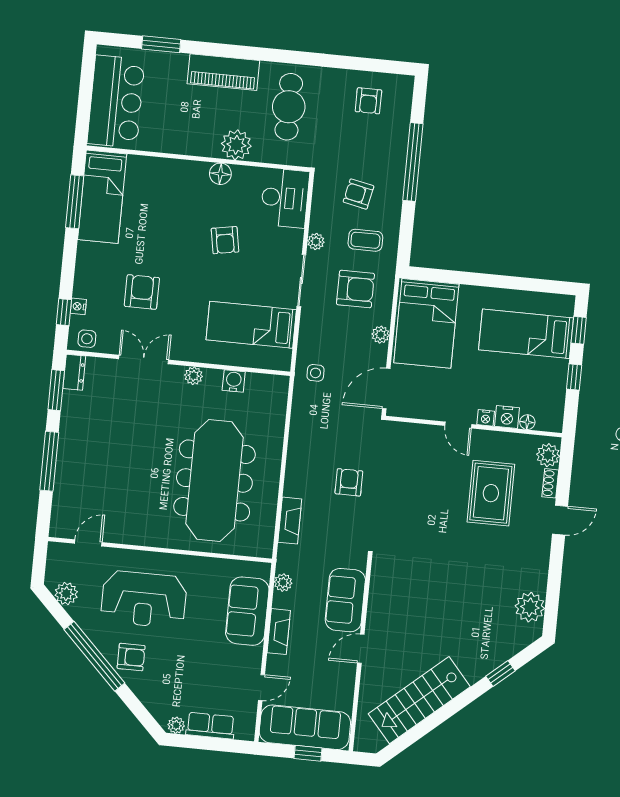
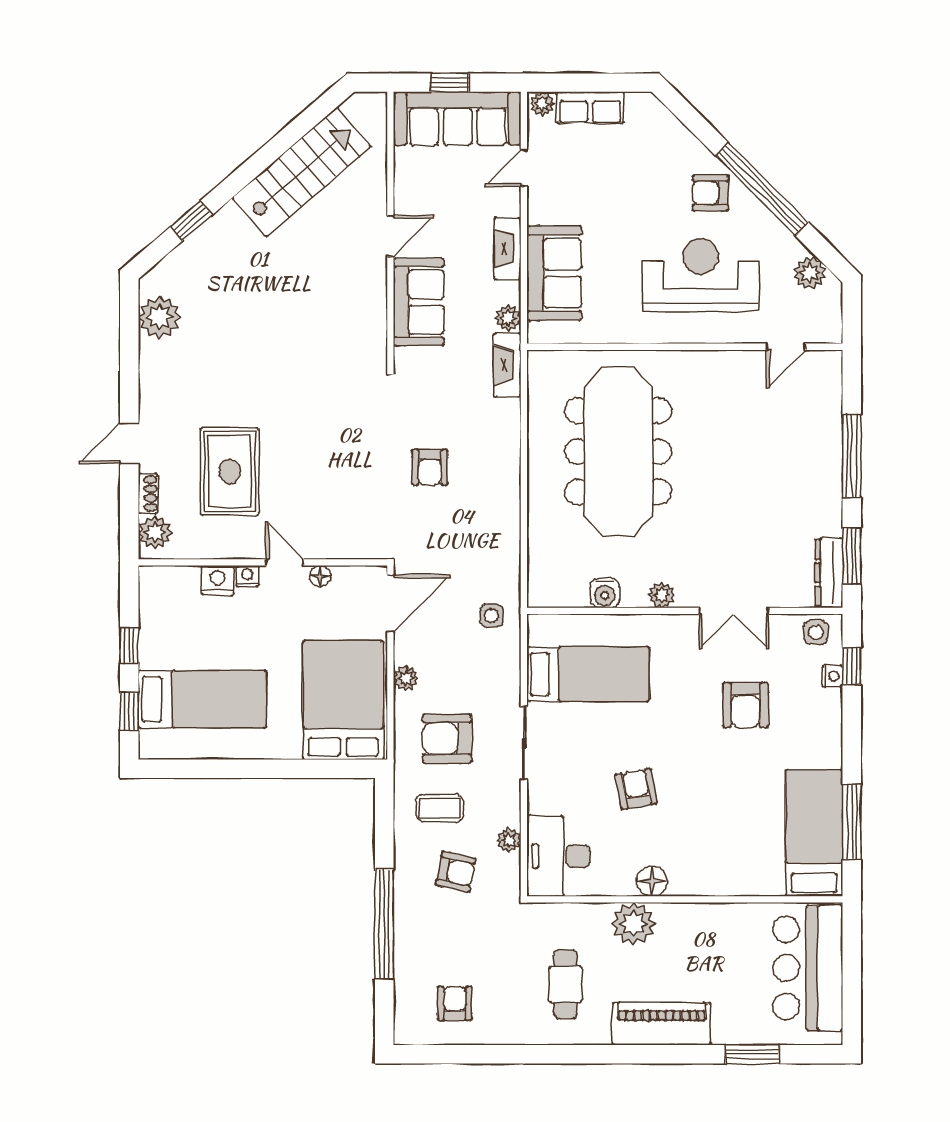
cafe table: (289, 107) -> (565, 984), width x0.73, depth x0.74
plant: (316, 242) -> (509, 840), moved
dresser: (74, 372) -> (829, 573), width x1.44
floor lamp: (527, 422) -> (320, 576), moved
fireplace: (290, 521) -> (507, 365), moved
plant: (176, 725) -> (542, 104), moved

